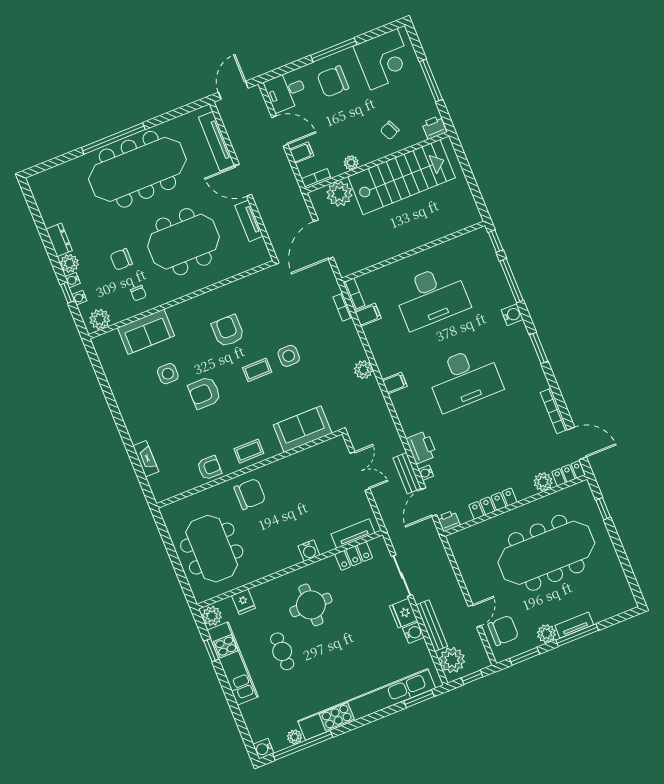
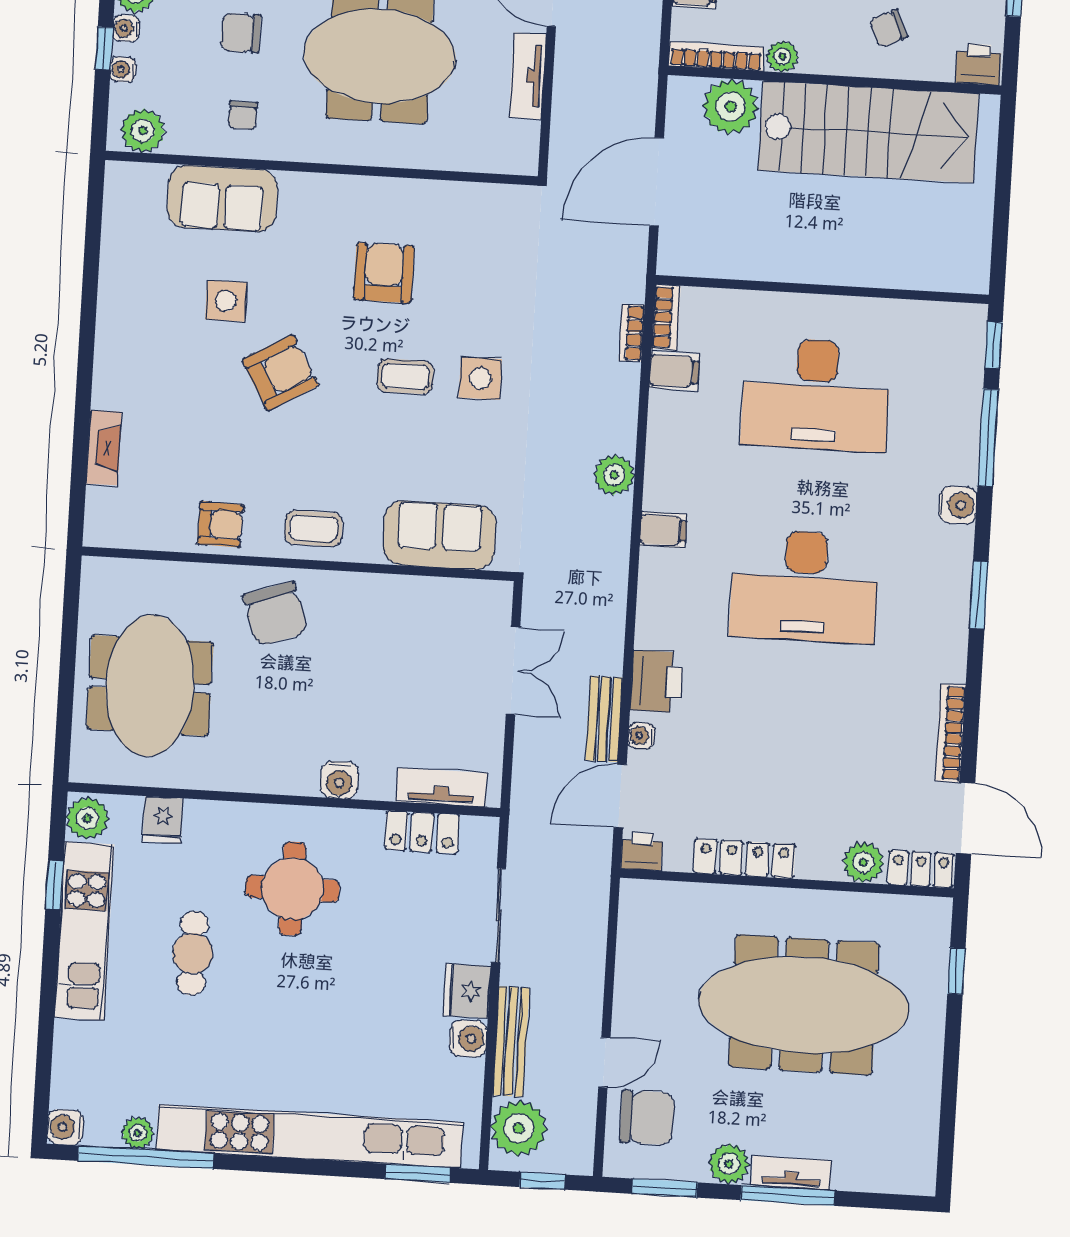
bookcase: (316, 179) -> (716, 57), width x1.56
armchair: (204, 393) -> (280, 373), turned 150
chair: (250, 494) -> (275, 614), turned 71

